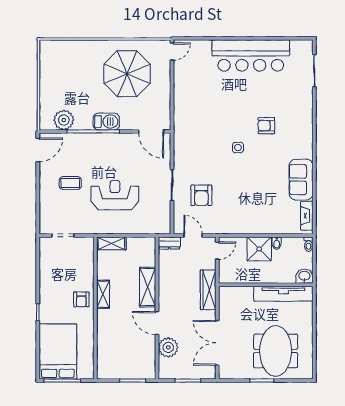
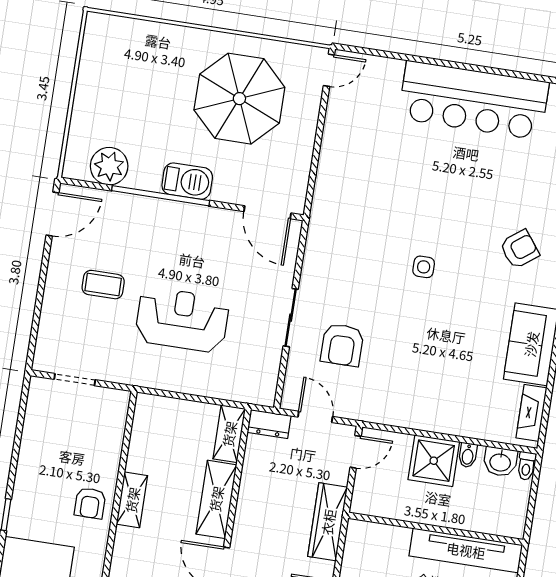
armchair: (266, 126) -> (519, 249), moved, turned 143
shelving: (111, 243) -> (229, 434), moved, turned 90
washbasin: (304, 276) -> (500, 462), moved, turned 180

